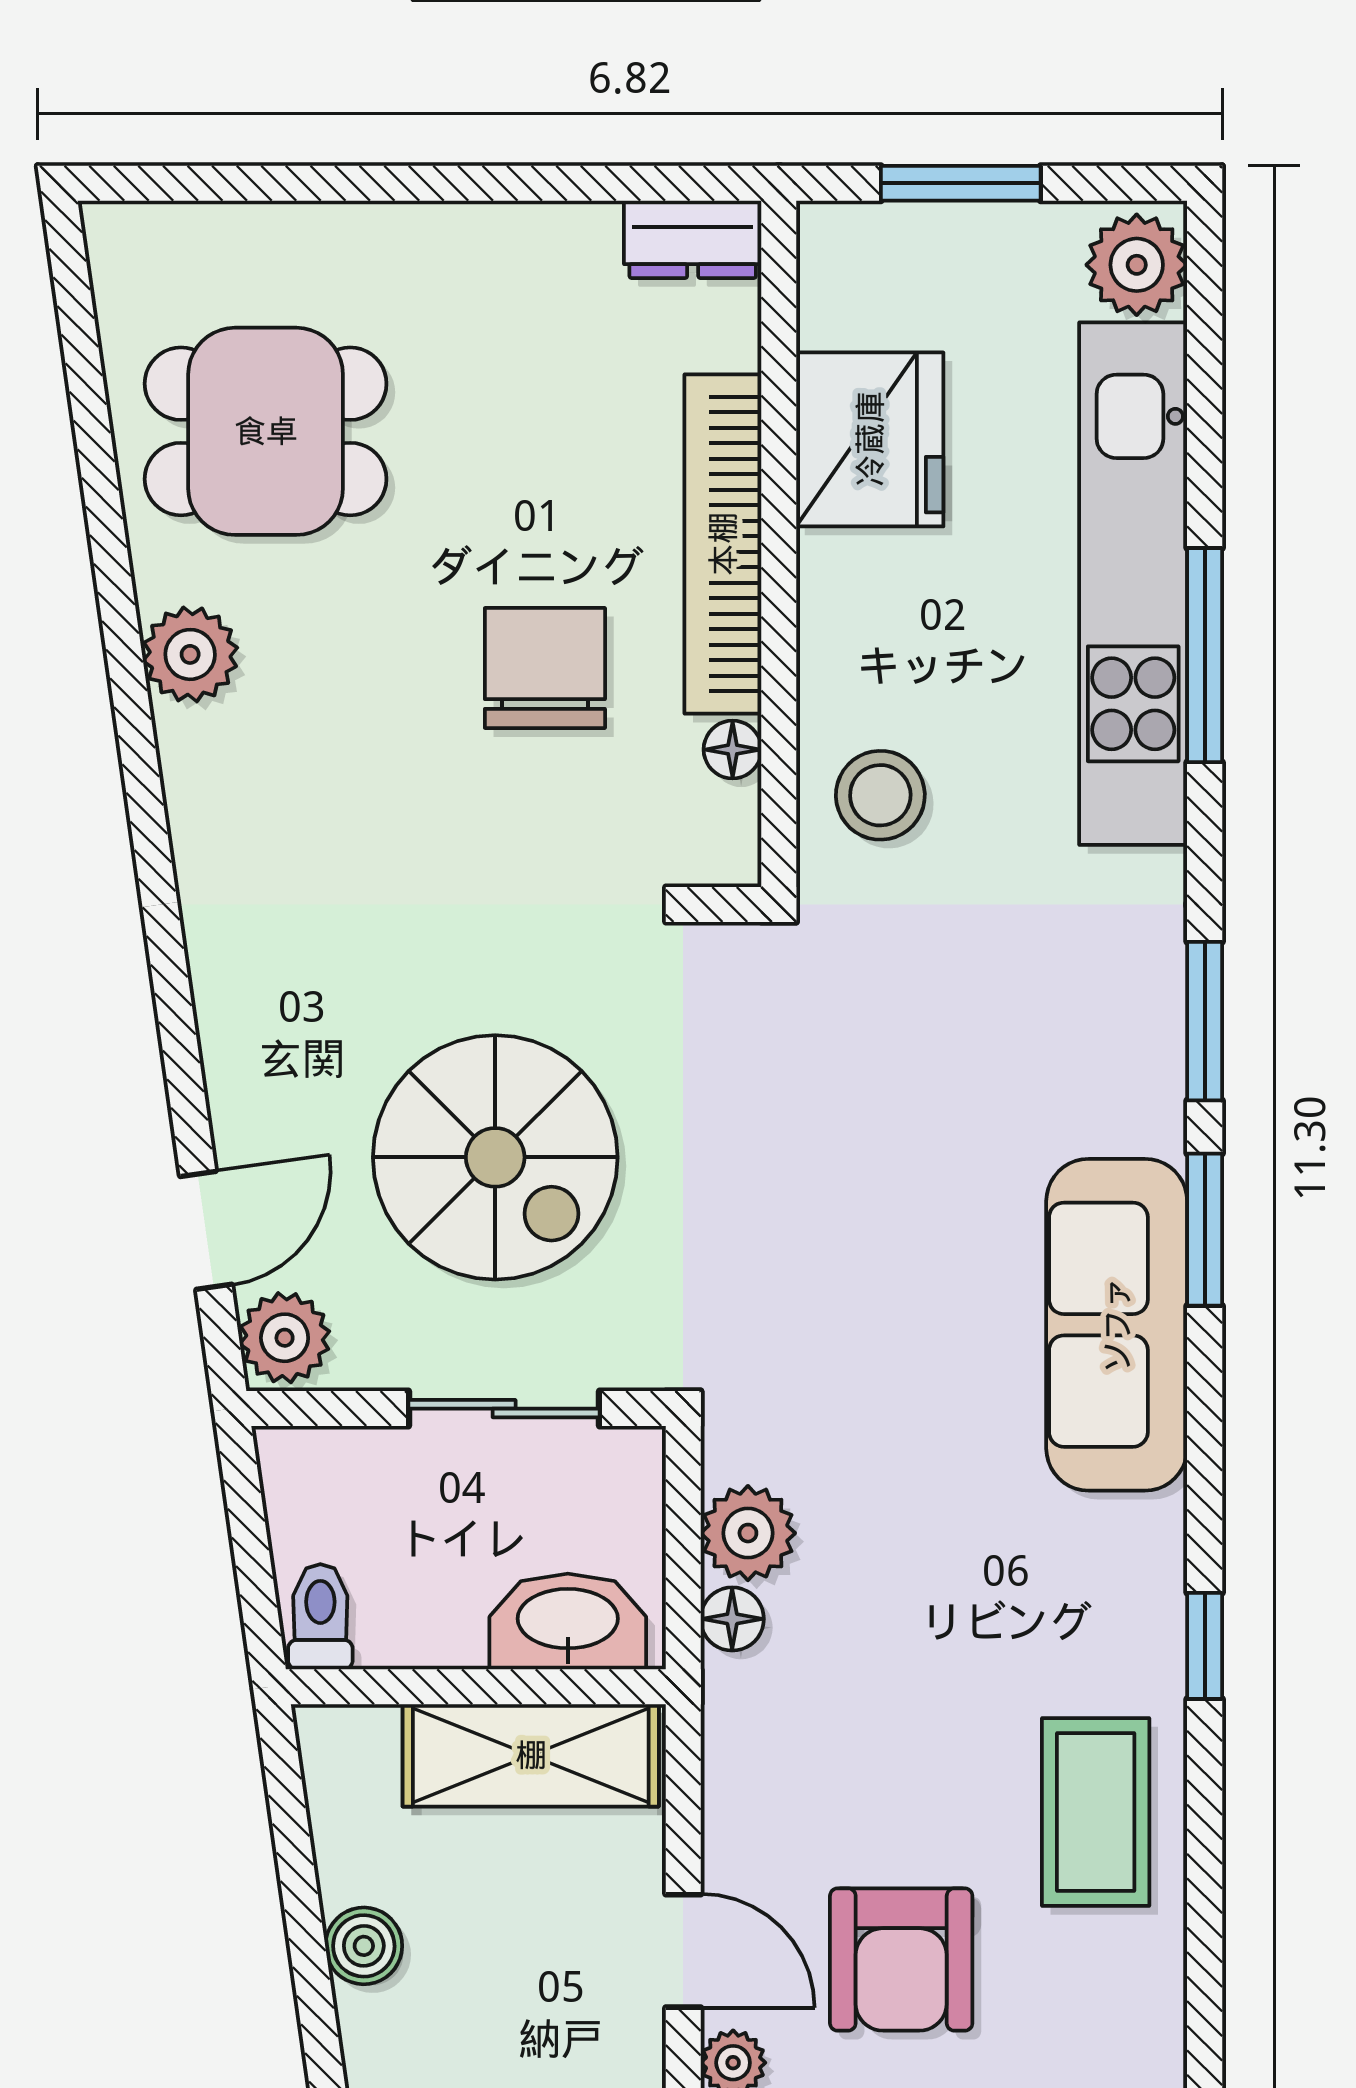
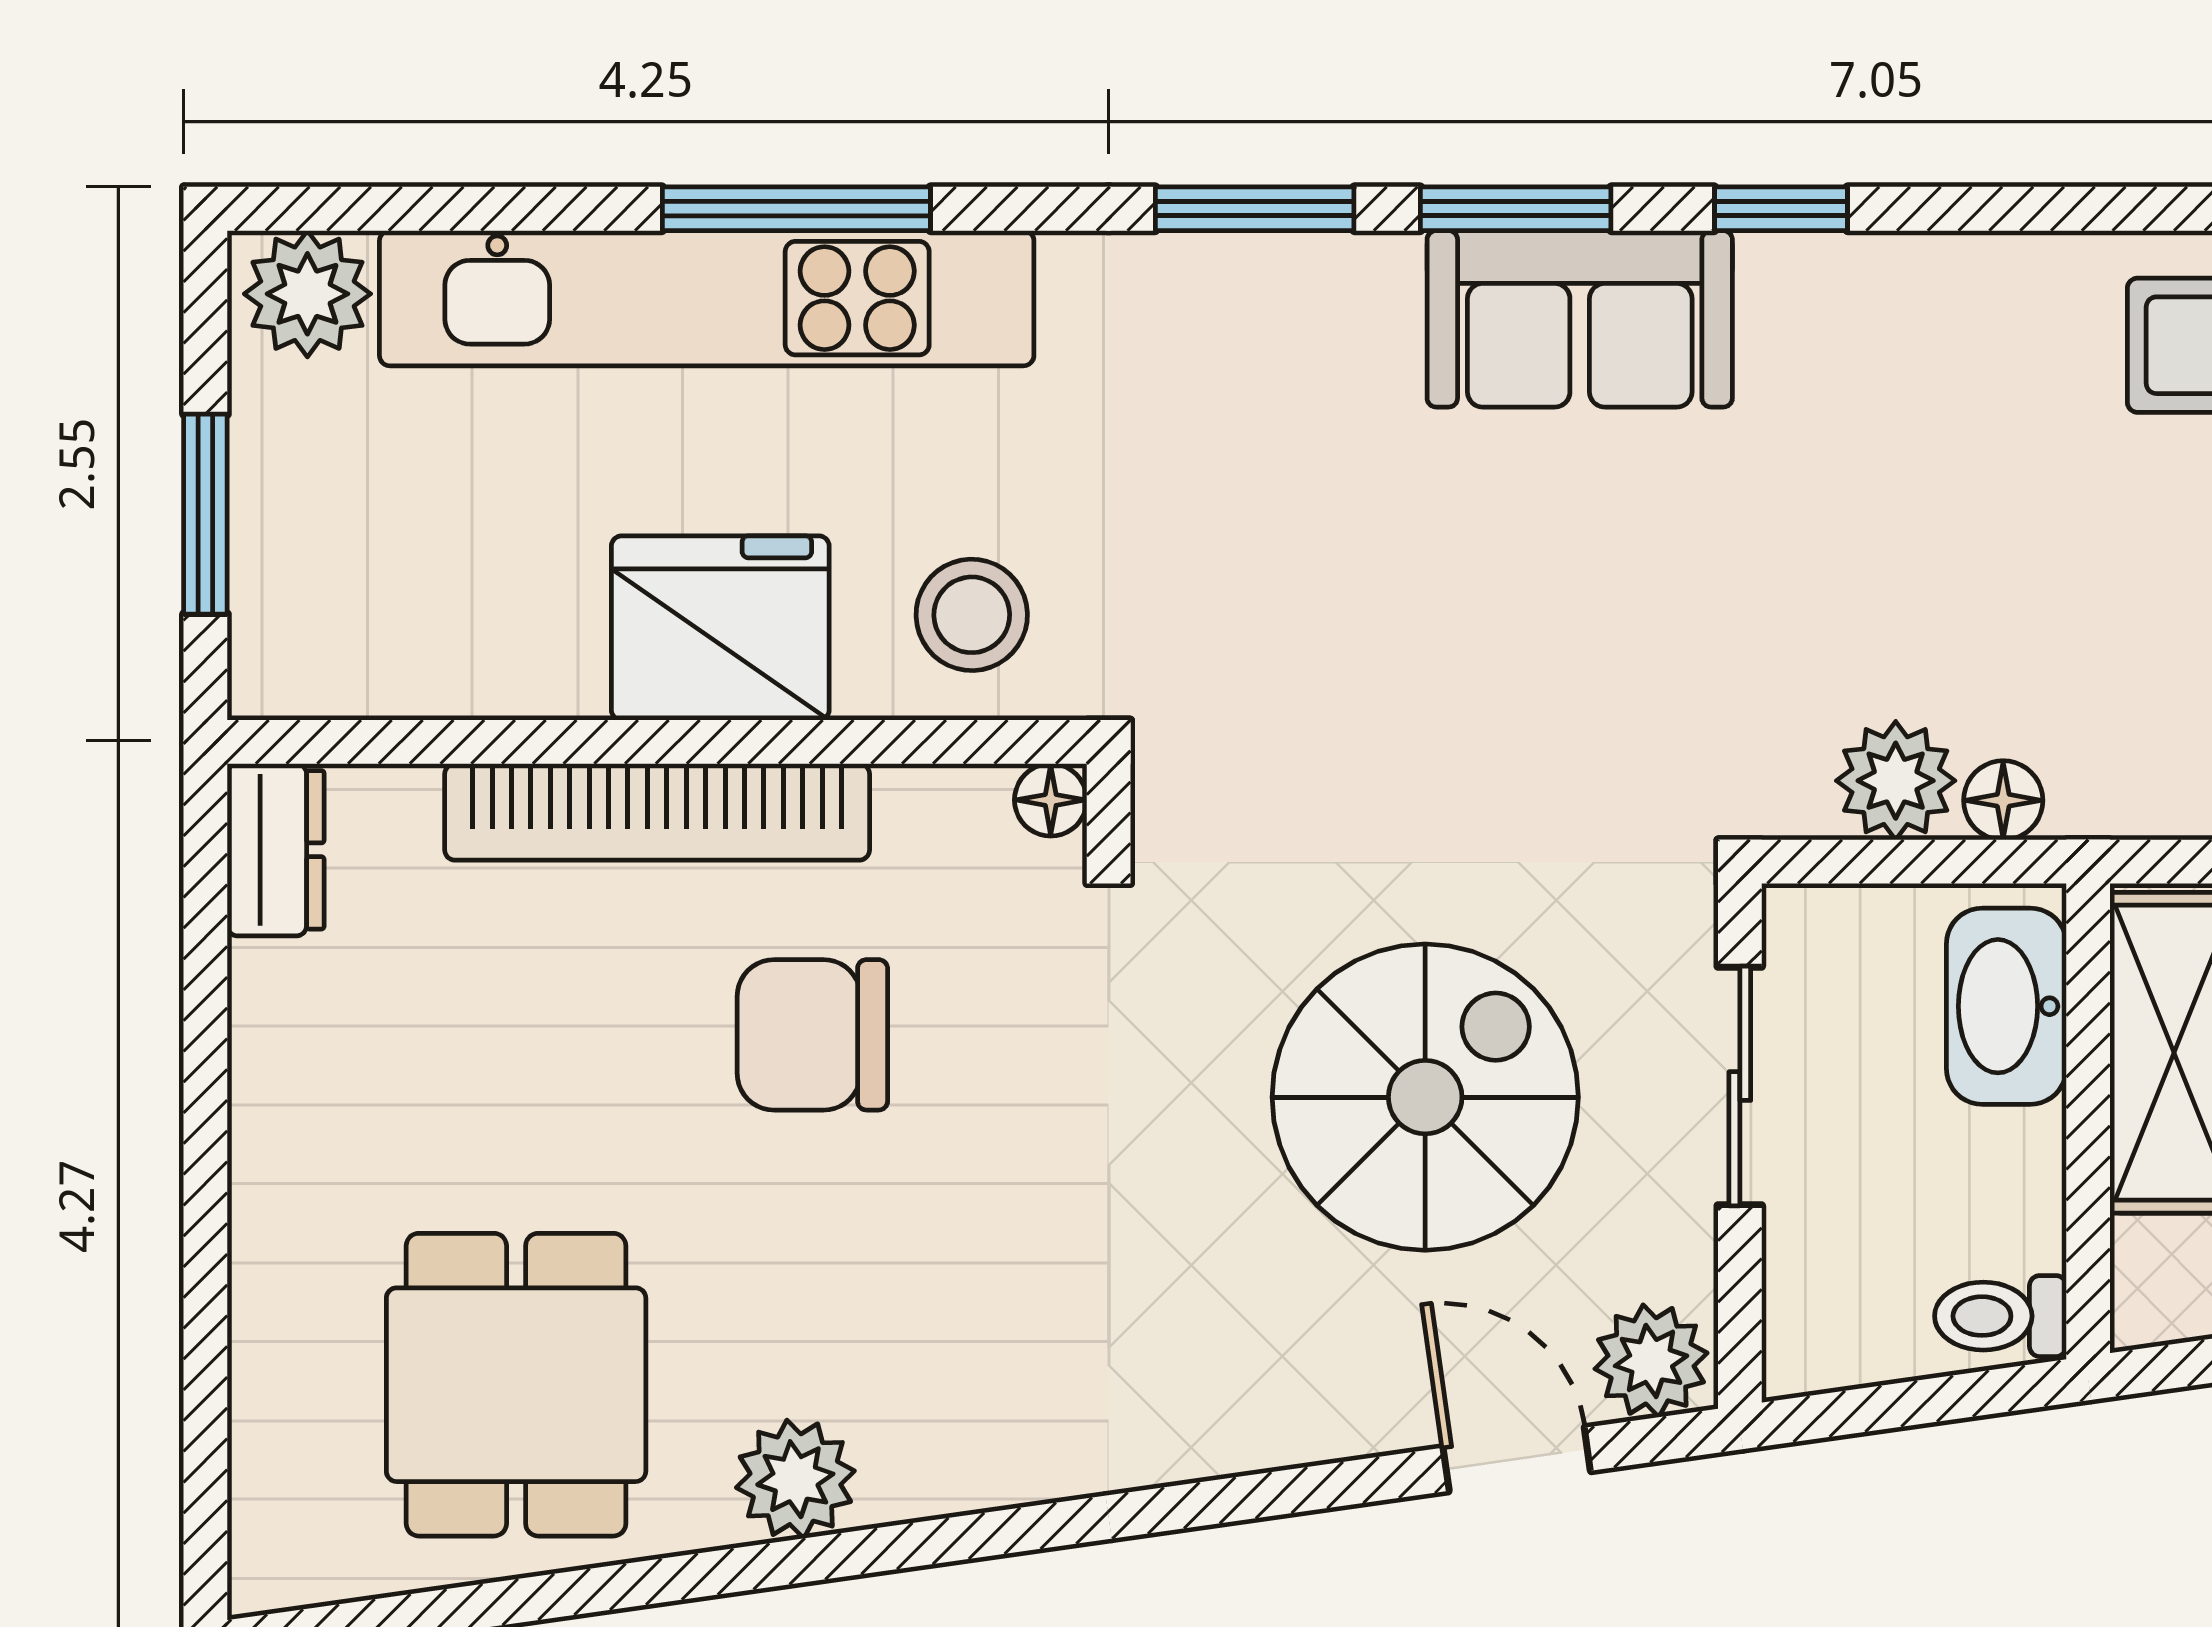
fridge: (870, 439) -> (720, 628), moved
floor lamp: (733, 750) -> (1051, 800), moved
sofa: (1117, 1325) -> (1580, 319), width x0.73
window: (1205, 1646) -> (1781, 209), moved

